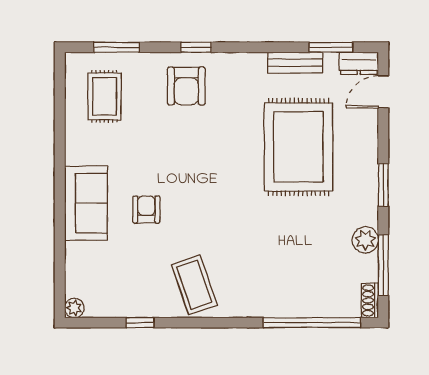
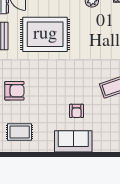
armchair: (146, 209) -> (77, 111), turned -90

